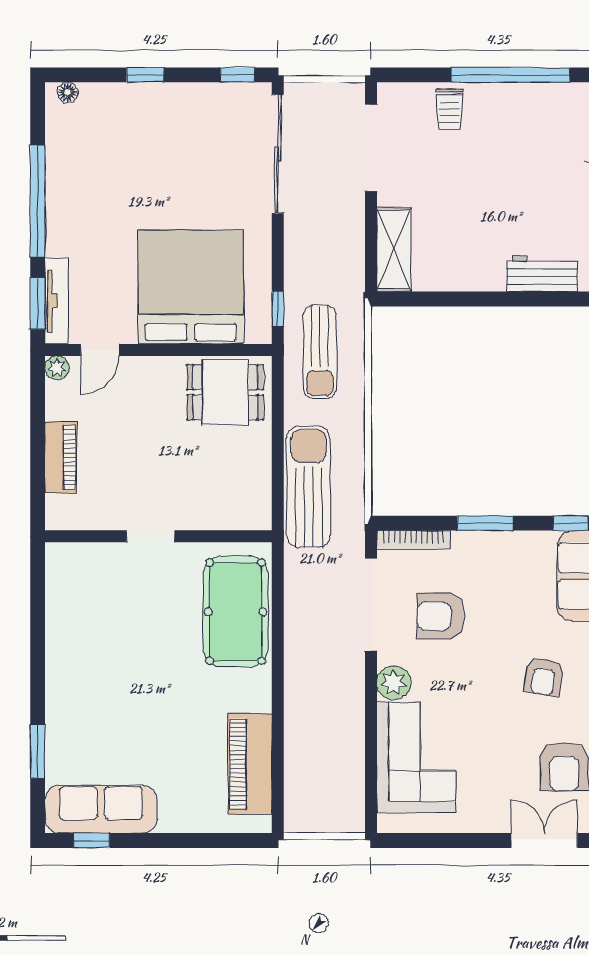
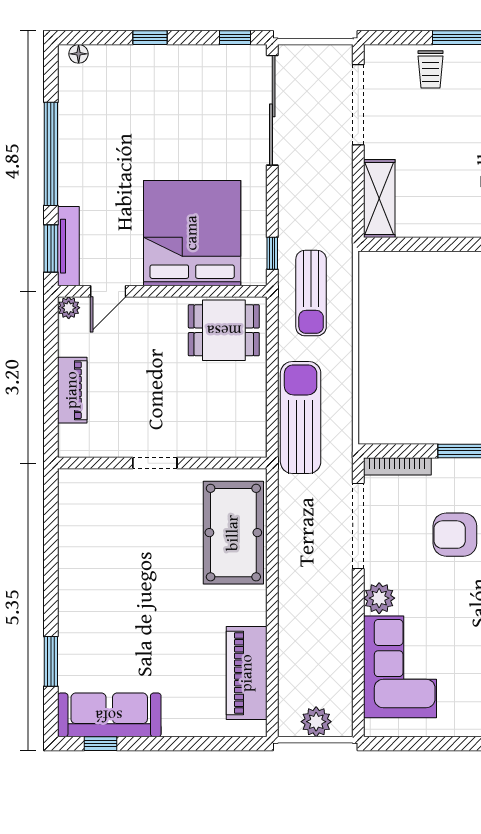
armchair: (441, 616) -> (455, 535), moved
plant: (325, 817) -> (316, 722), added

